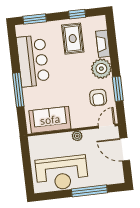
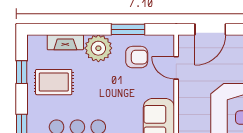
door: (107, 126) -> (176, 68), moved
plant: (77, 136) -> (185, 91), removed

